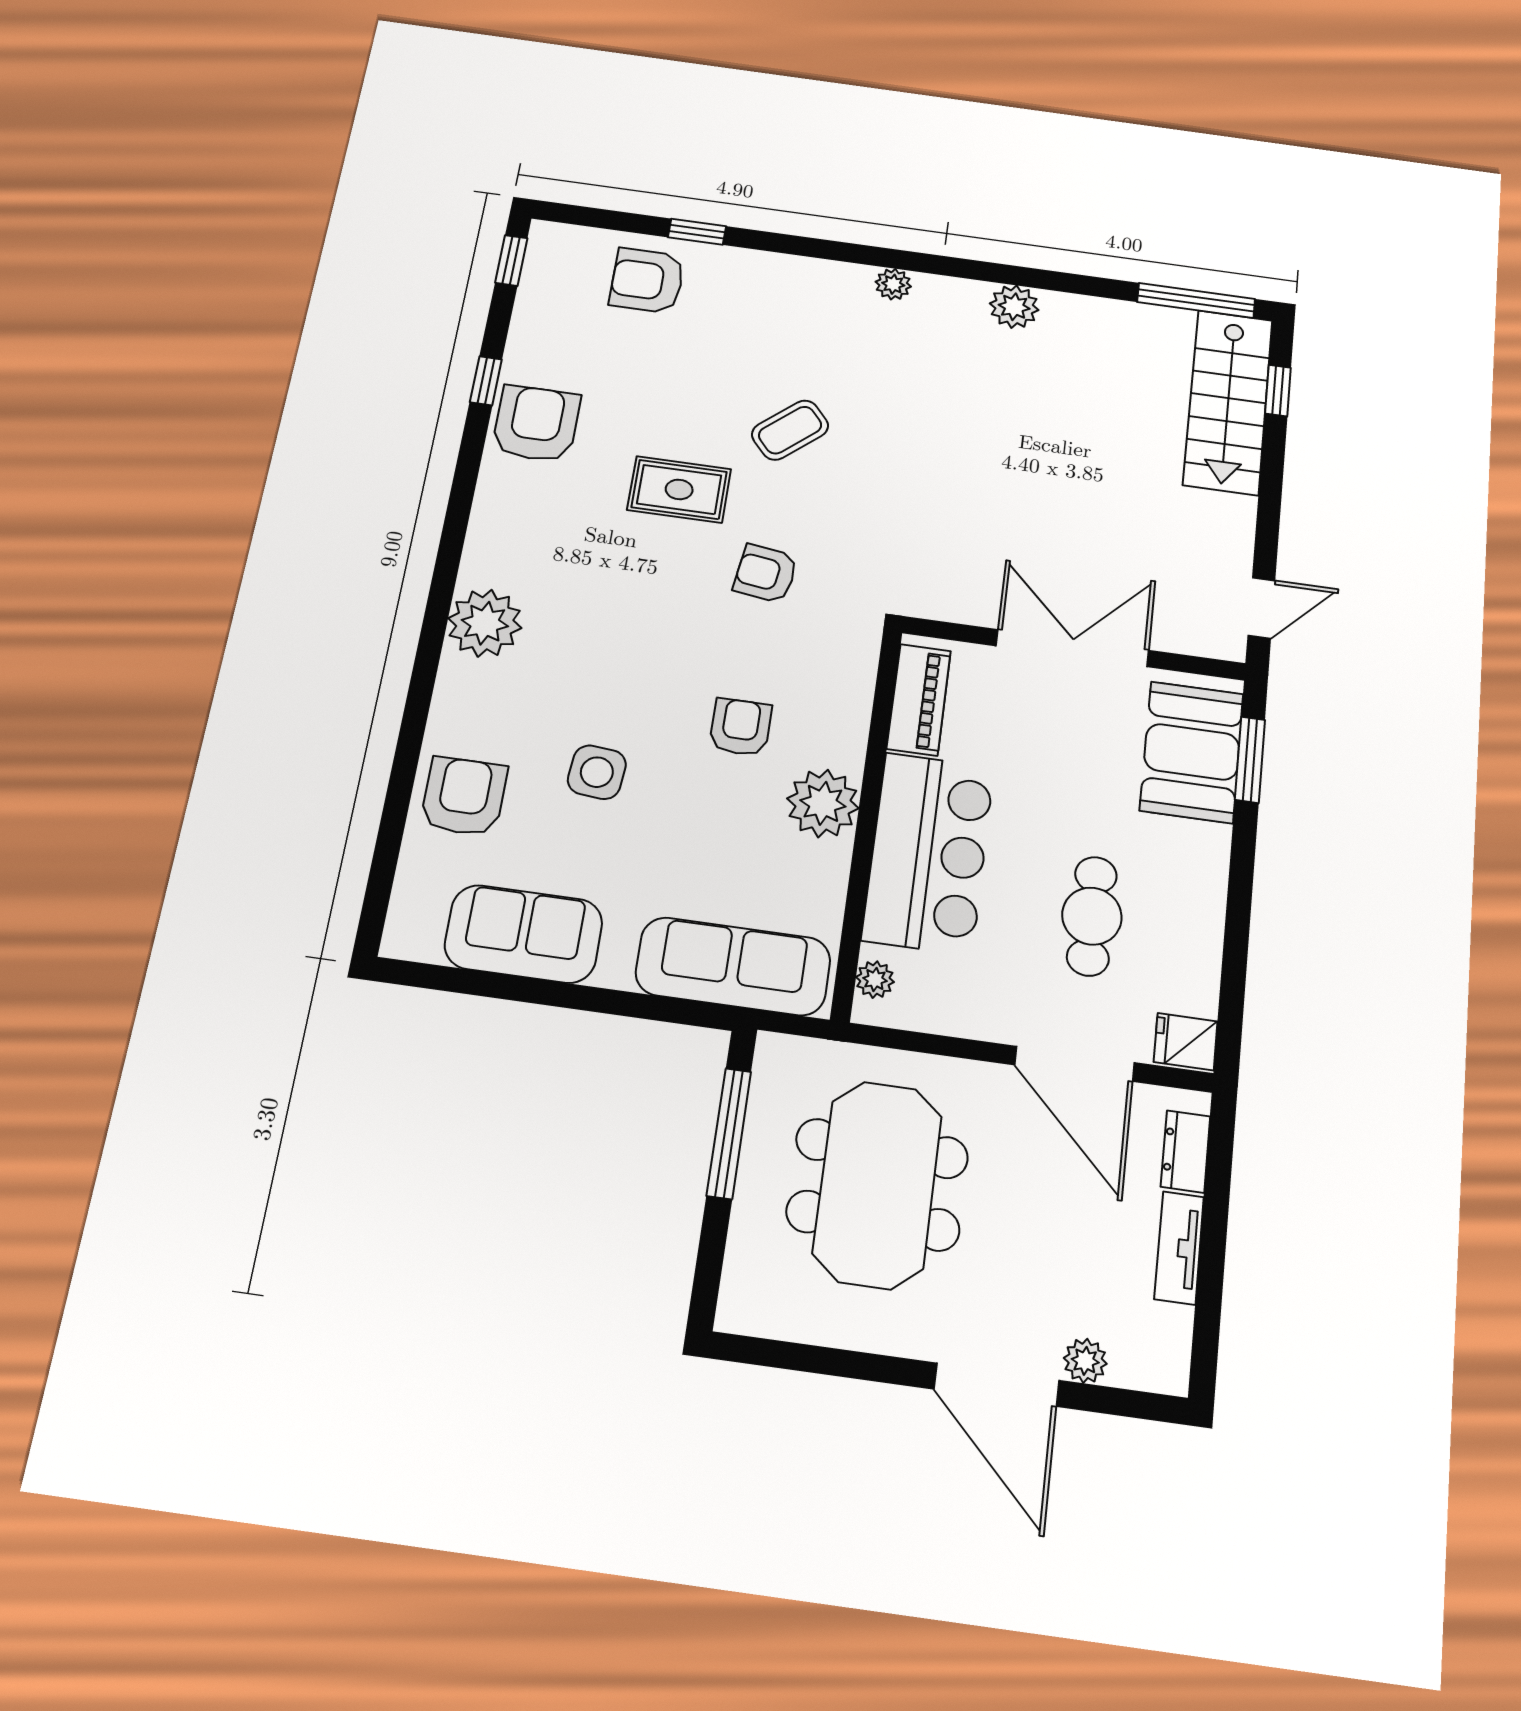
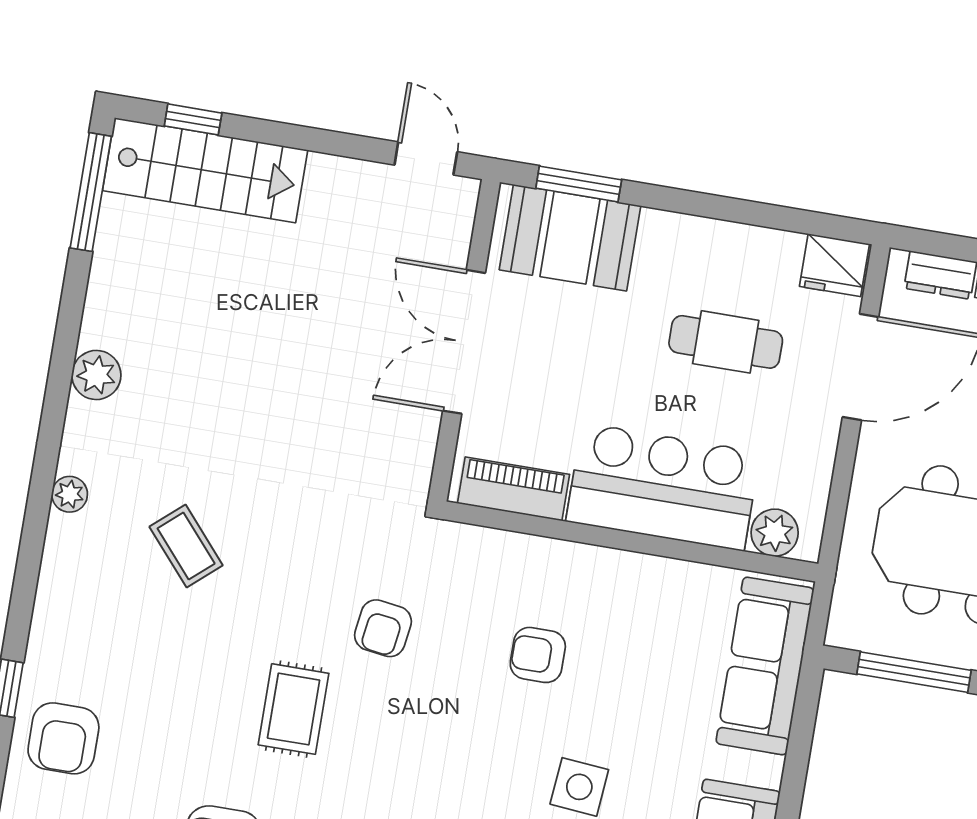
coffee table: (790, 430) -> (186, 546), moved
plant: (823, 803) -> (614, 581), removed
plant: (875, 979) -> (775, 533), width x1.38, depth x1.38
fridge: (1186, 1042) -> (834, 265), width x1.38

